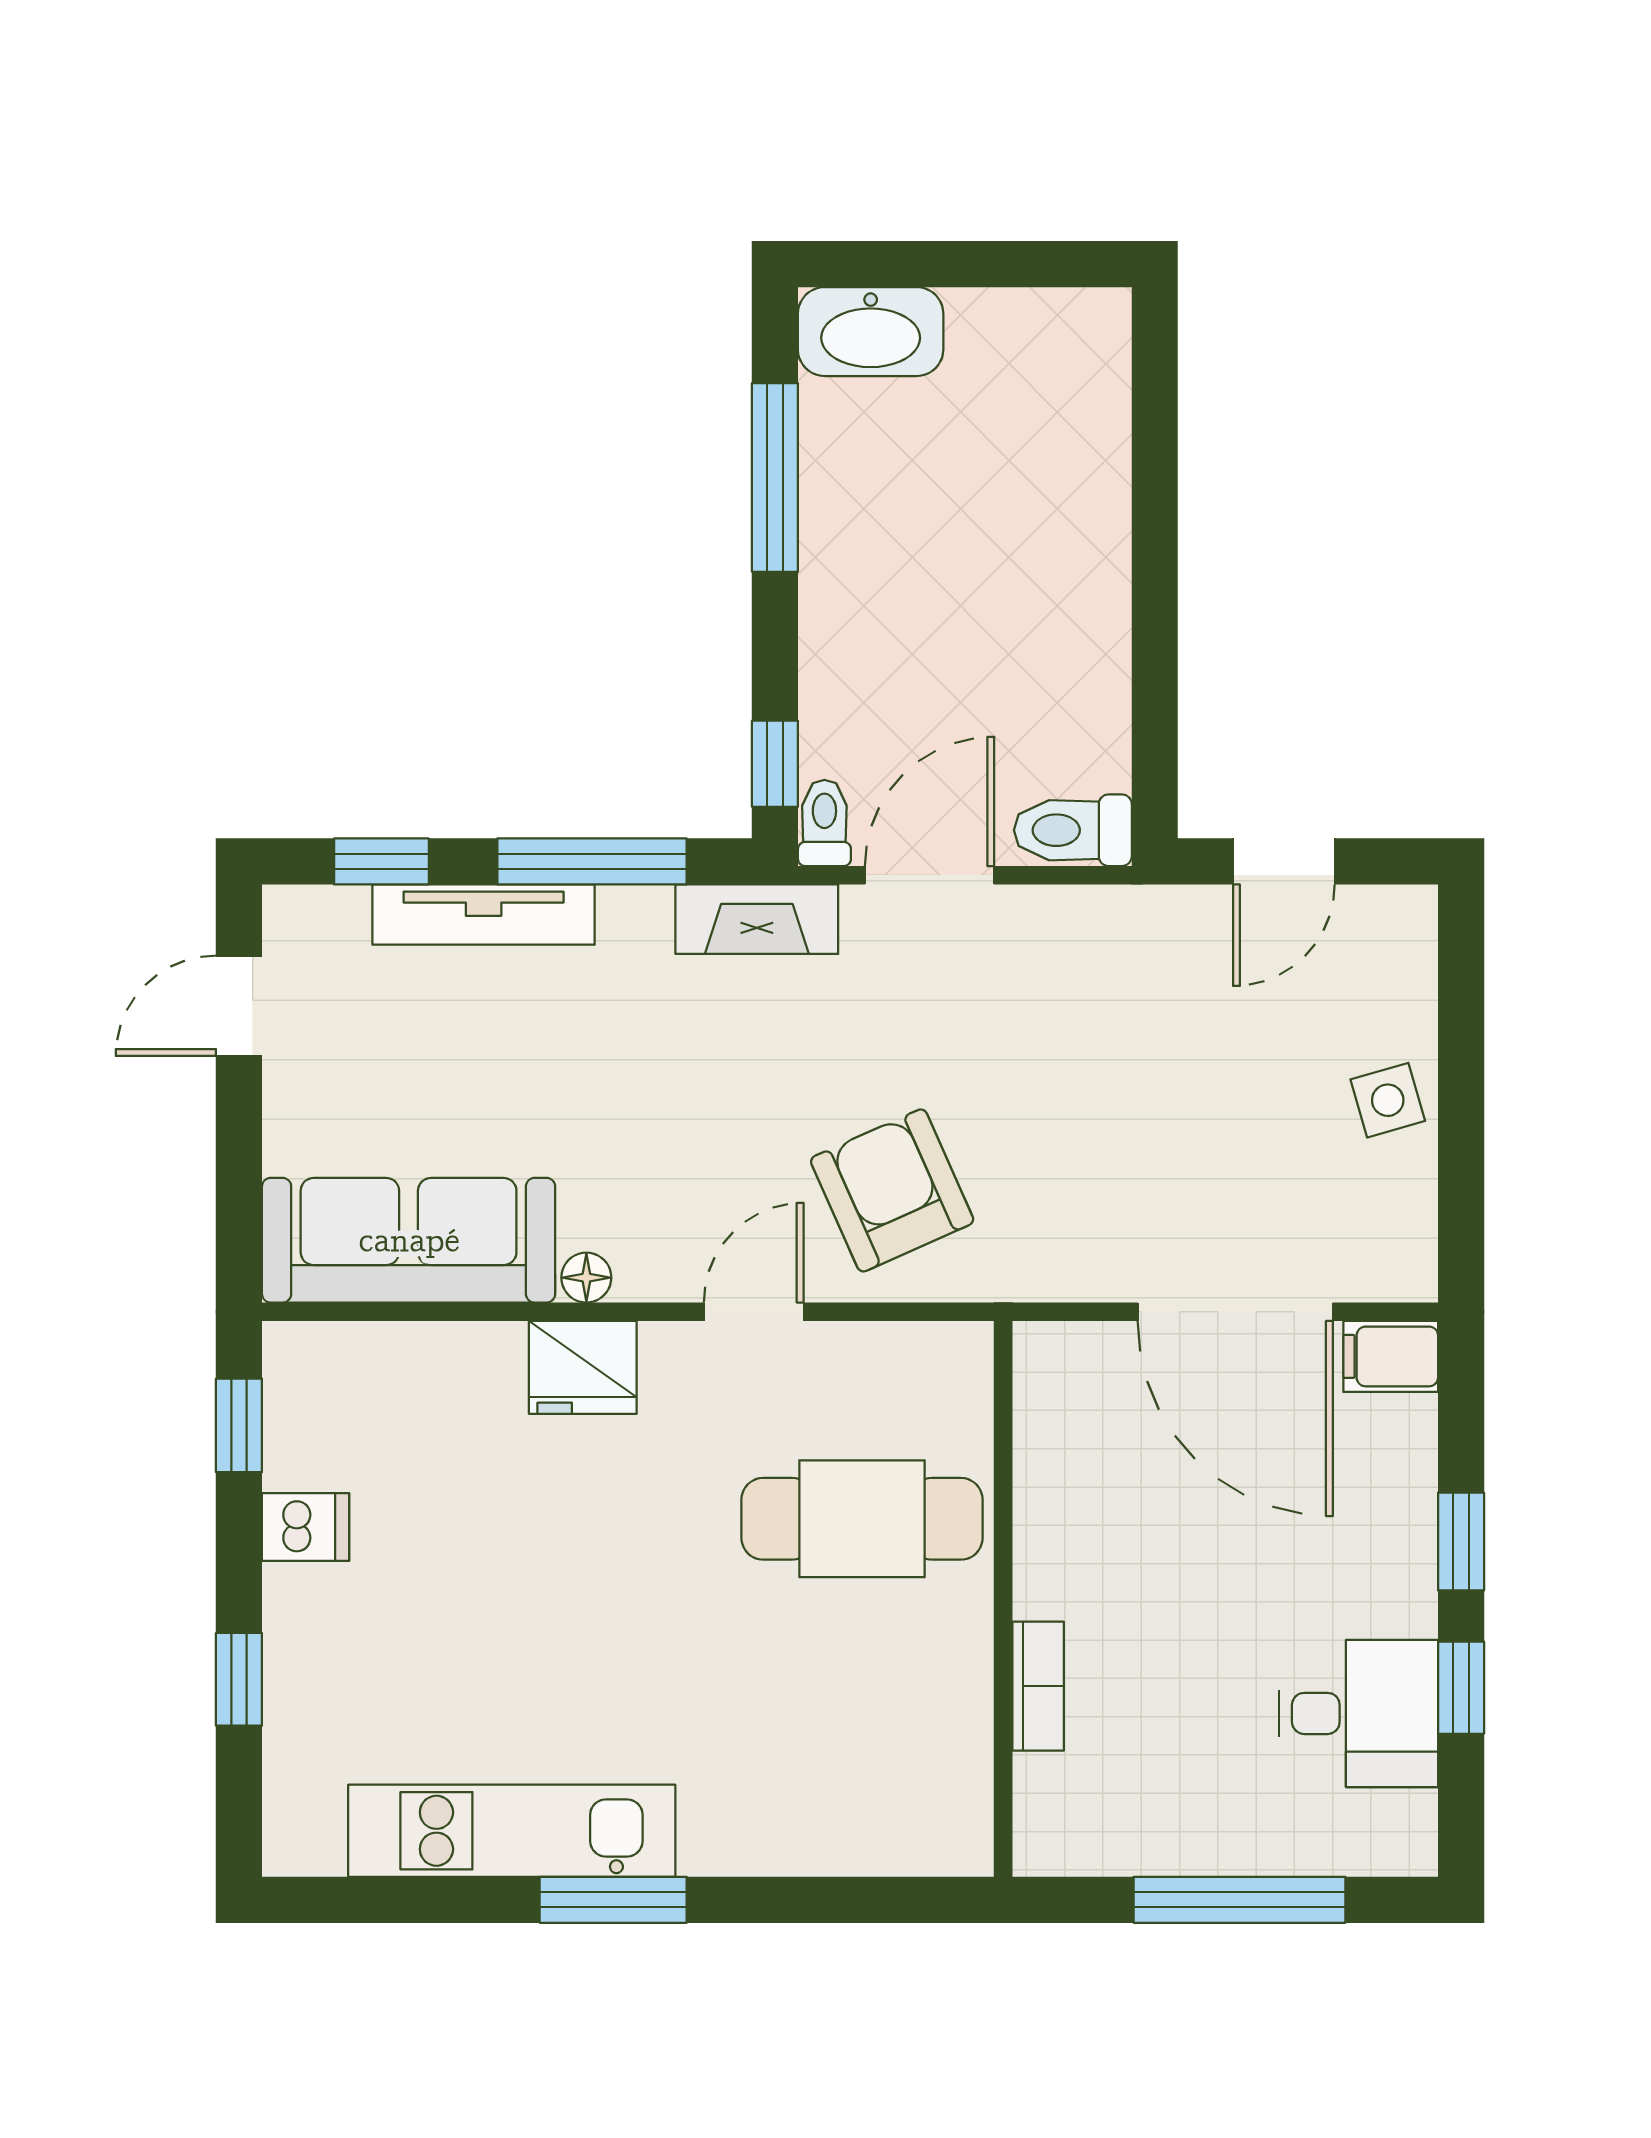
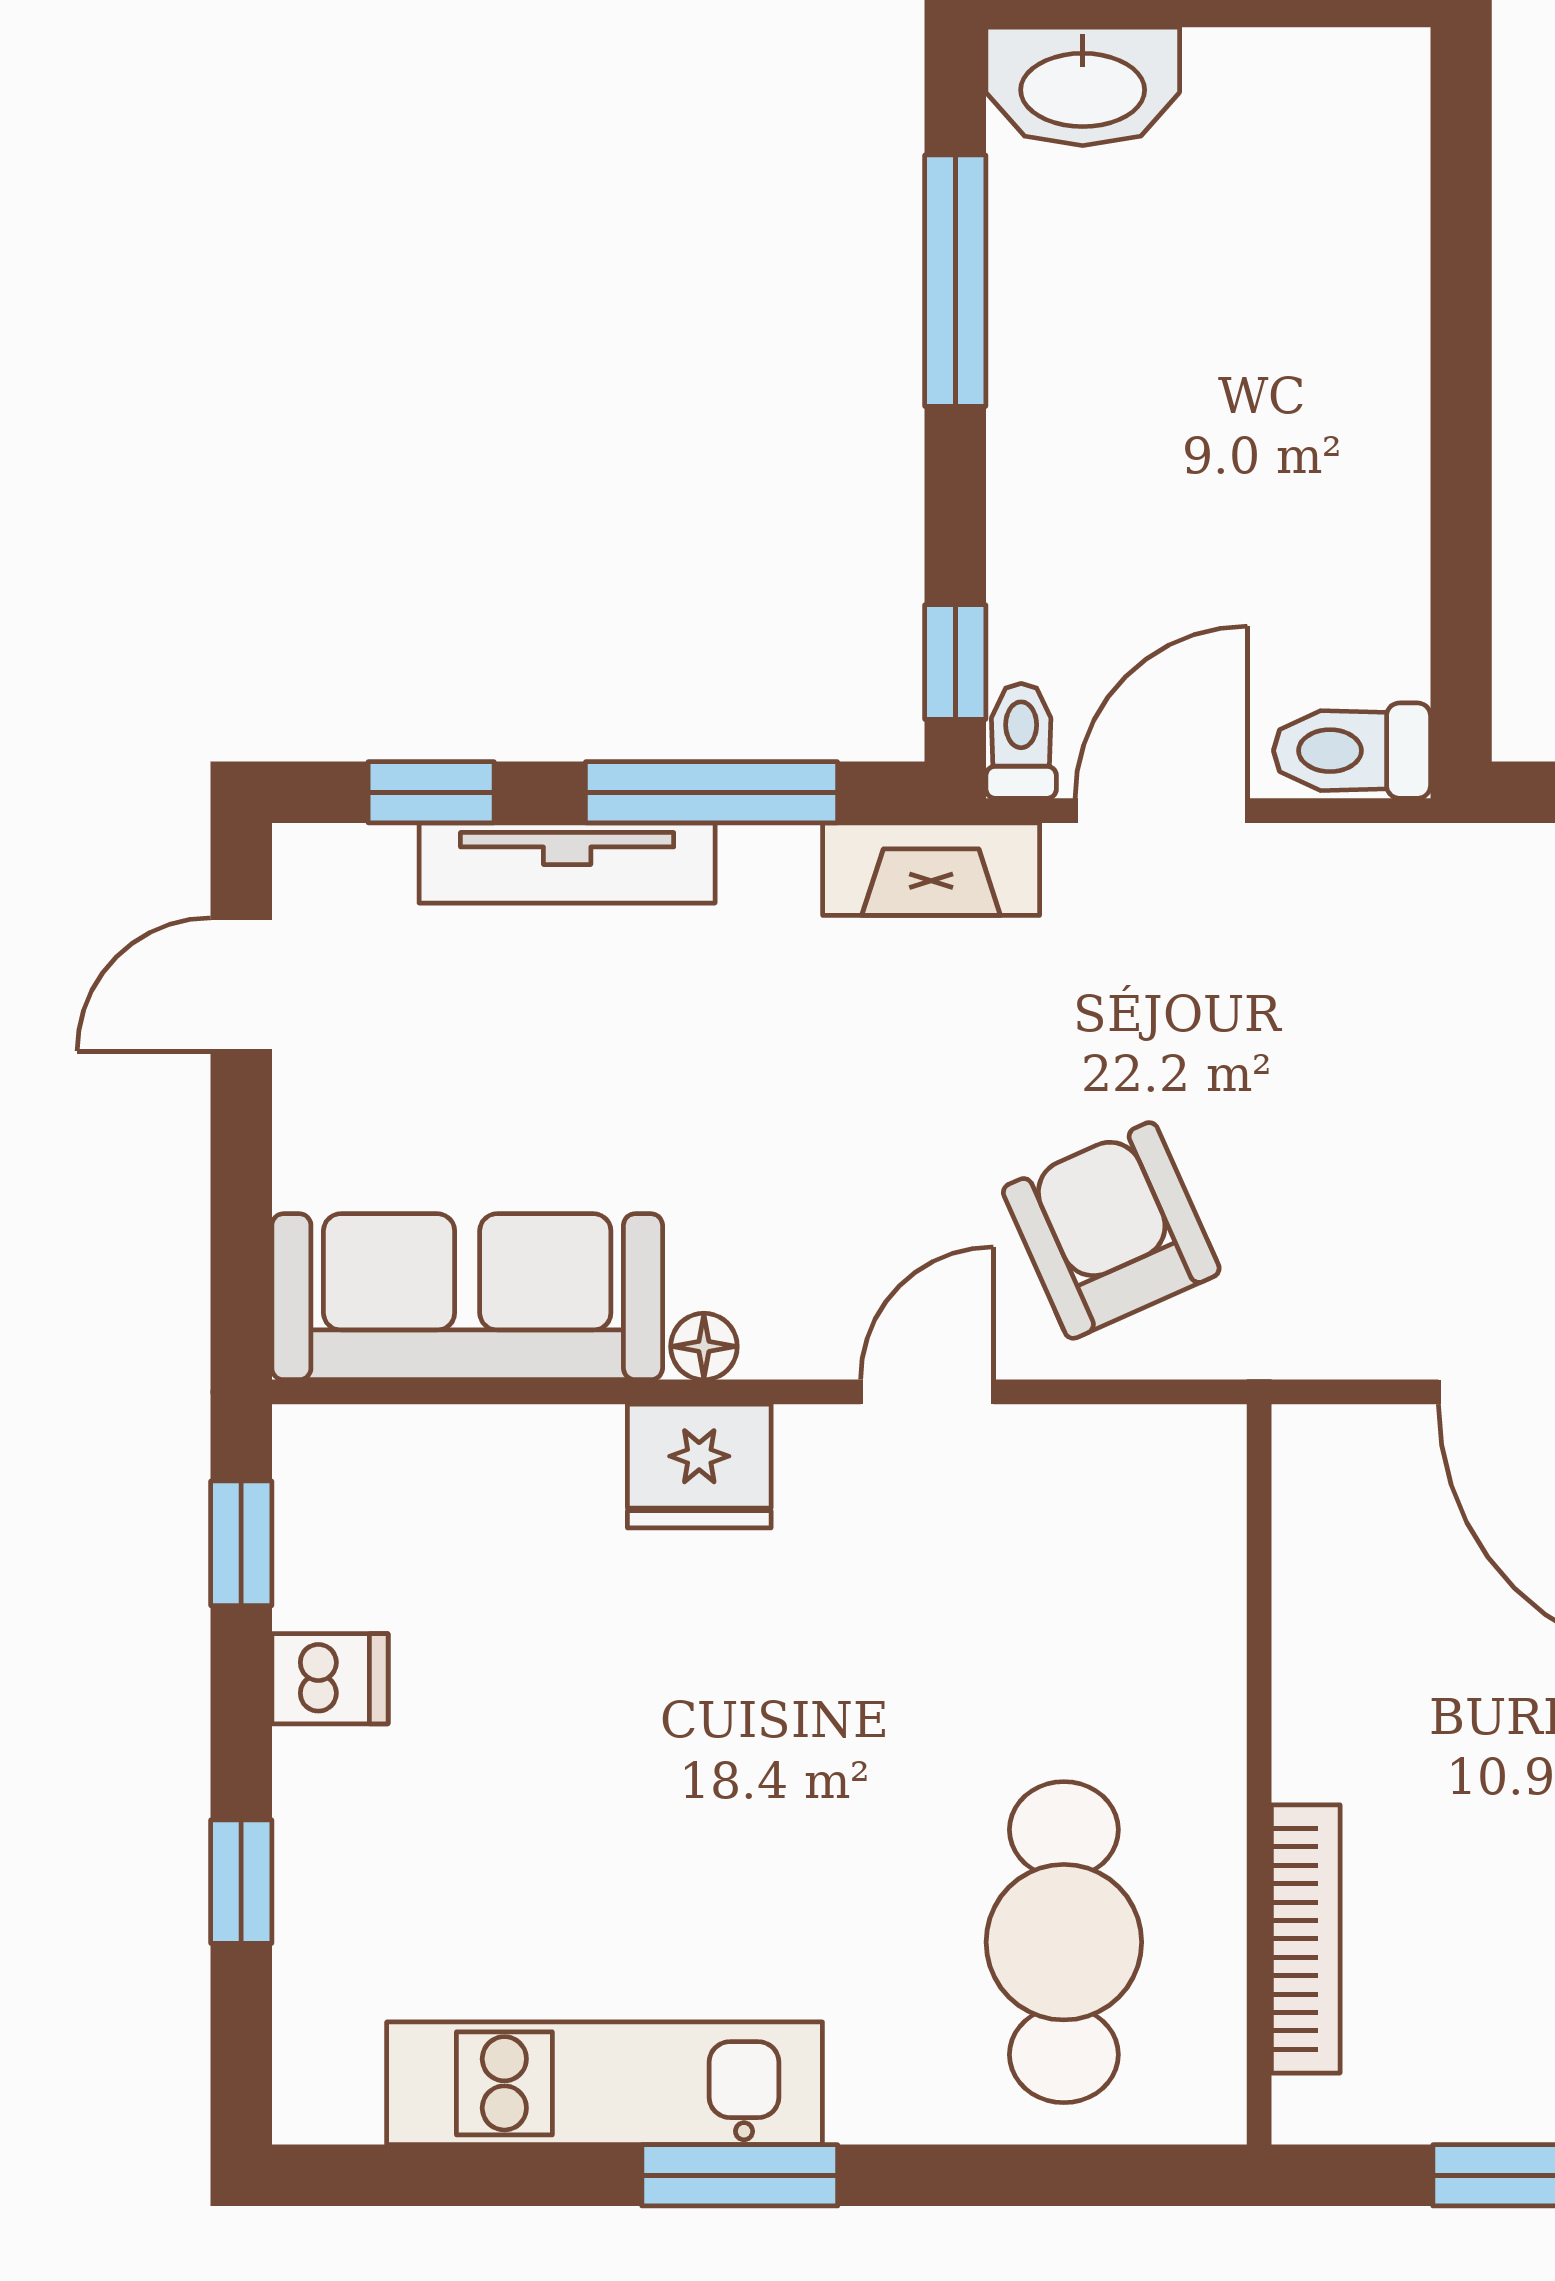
cafe table: (862, 1519) -> (1064, 1942), moved, turned 90
bookcase: (1038, 1686) -> (1306, 1939), width x1.56

